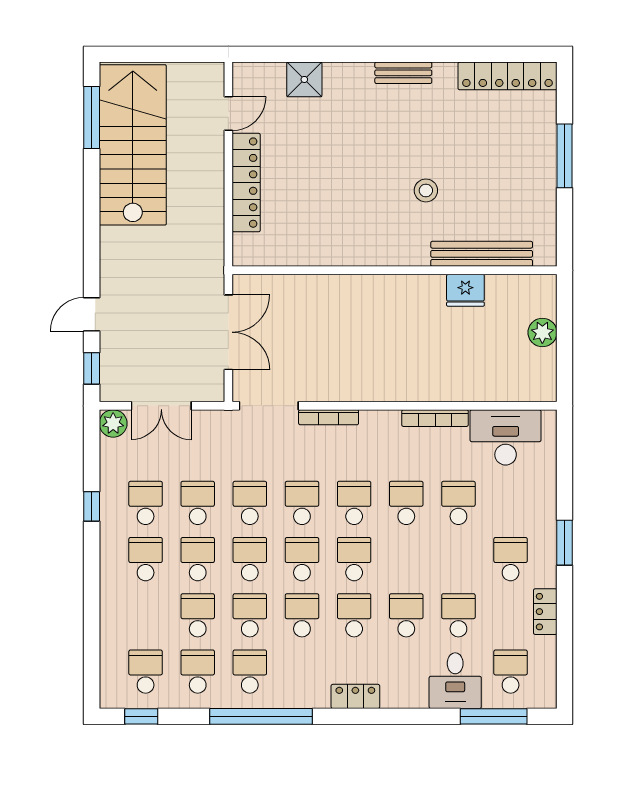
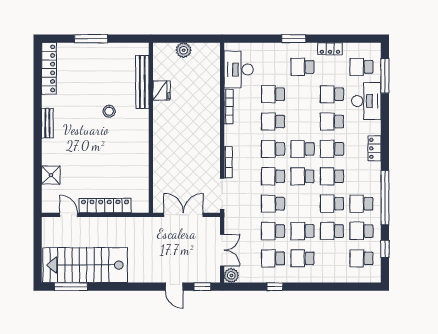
school desk: (250, 559) -> (302, 204), removed
desk: (455, 681) -> (366, 101), width x1.37
window: (141, 716) -> (385, 249), moved

